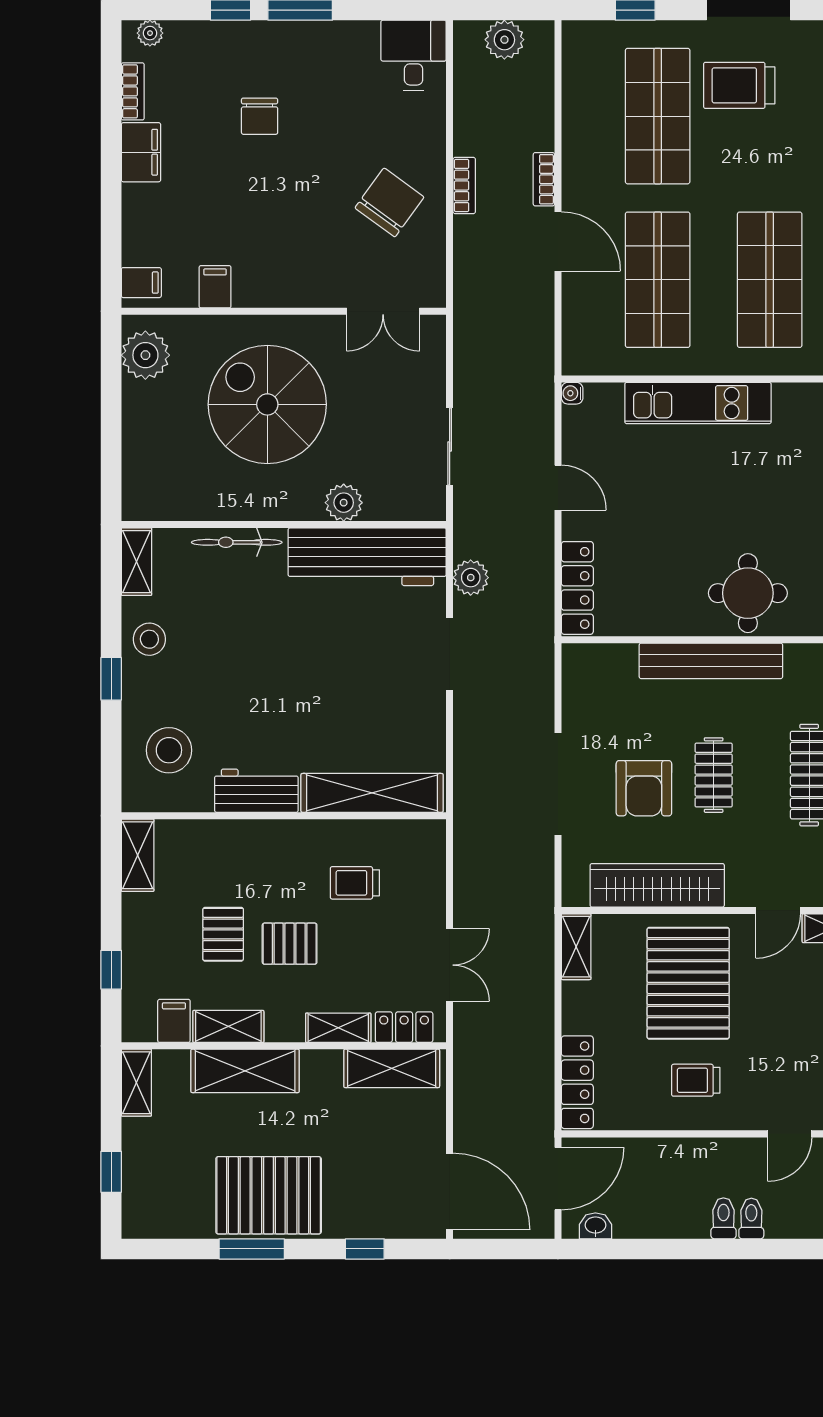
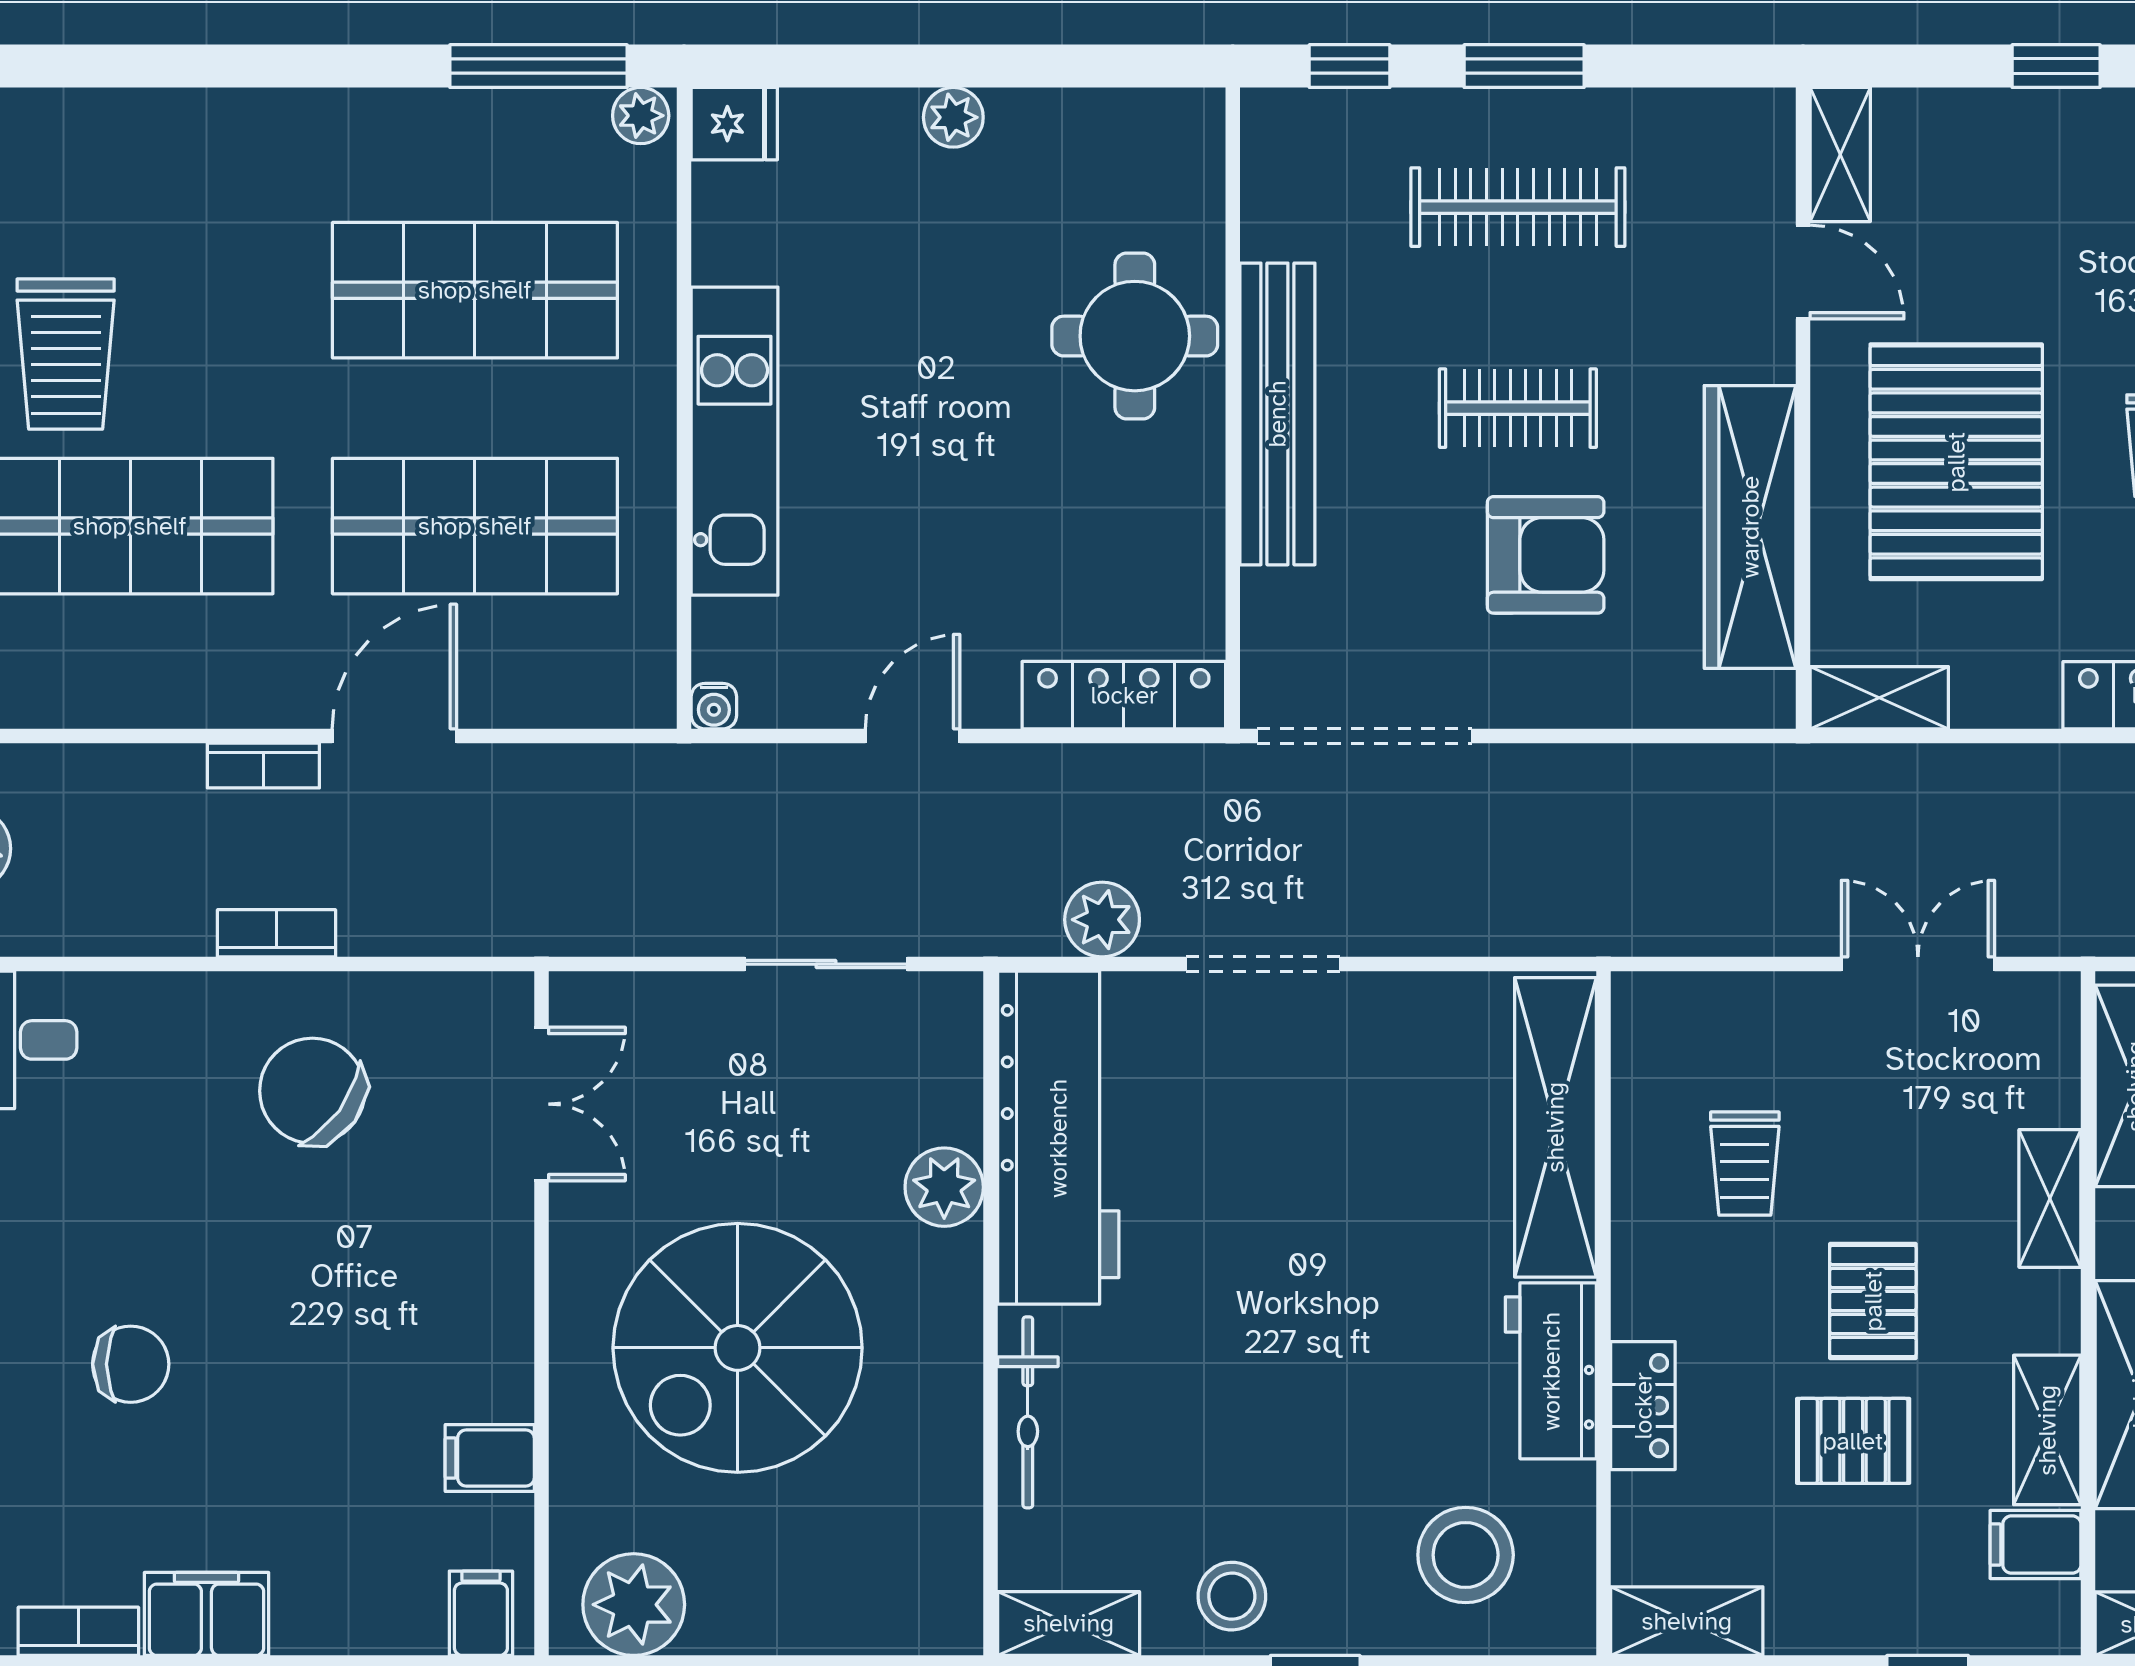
doorway: (558, 784) -> (1364, 736), moved
pallet: (688, 983) -> (1956, 462), turned 90
locker: (404, 1027) -> (1643, 1406), moved, turned 180

